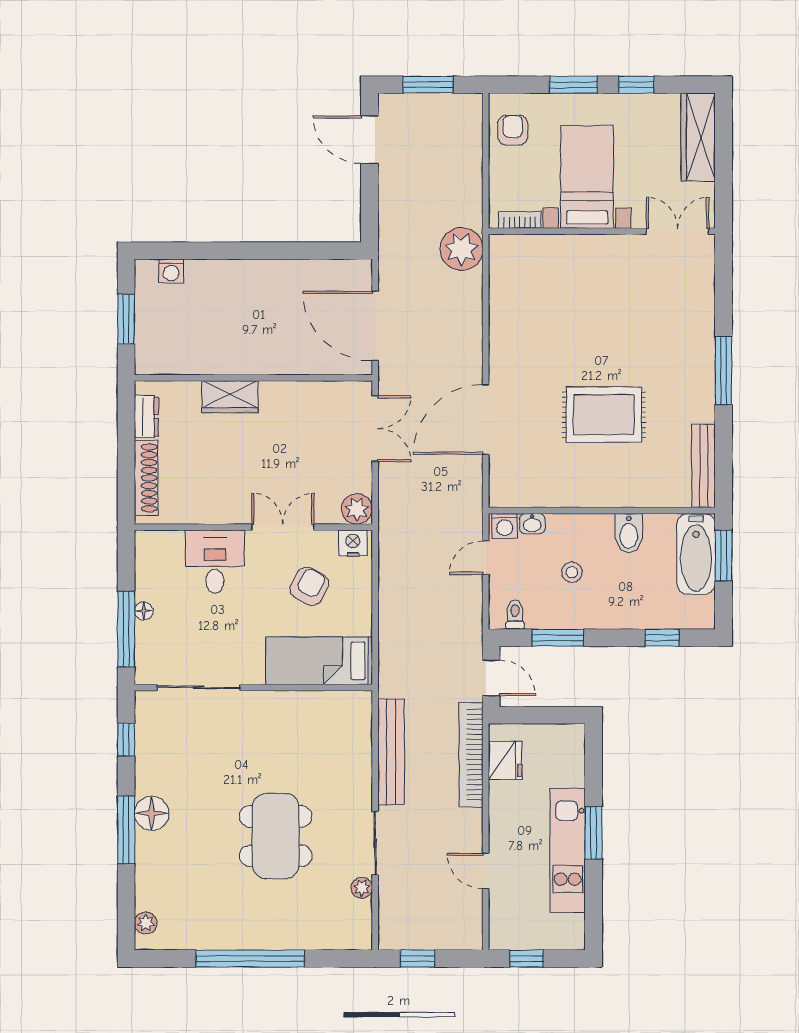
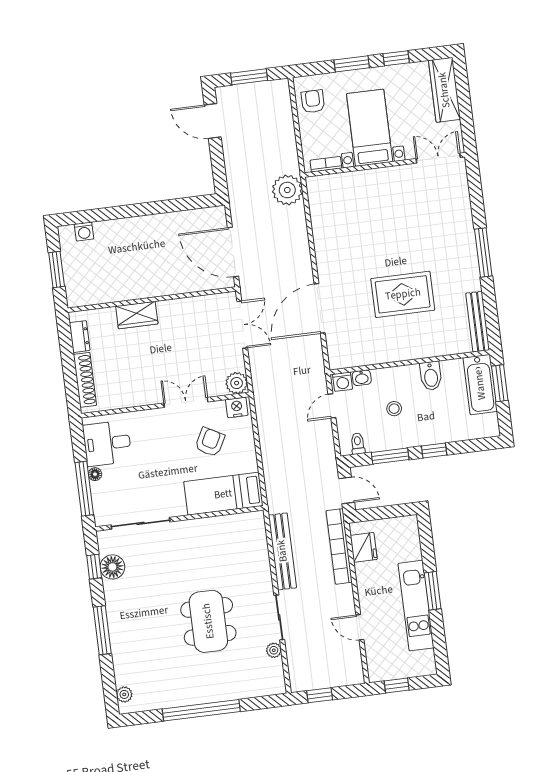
desk: (215, 562) -> (107, 443), moved, turned -90
window: (662, 638) -> (434, 451), moved
floor lamp: (152, 813) -> (112, 567), moved

